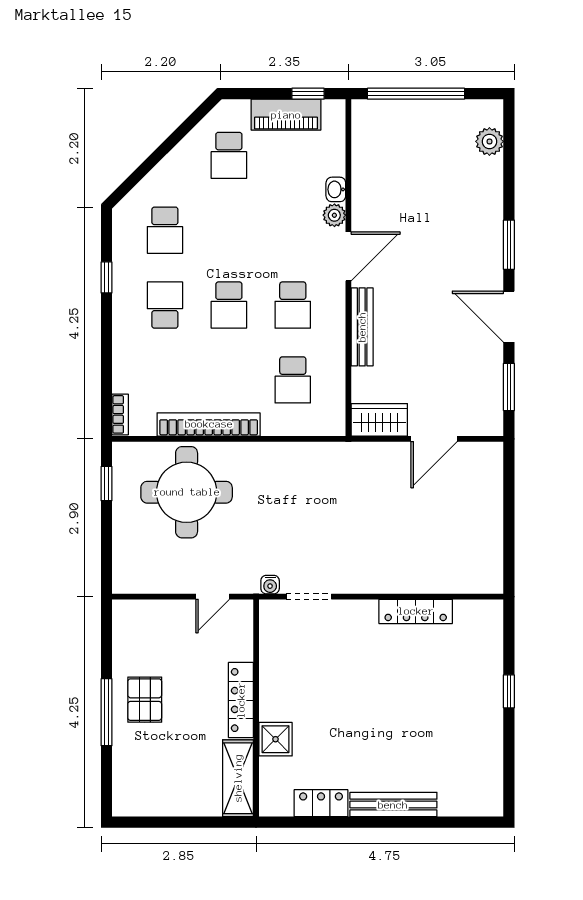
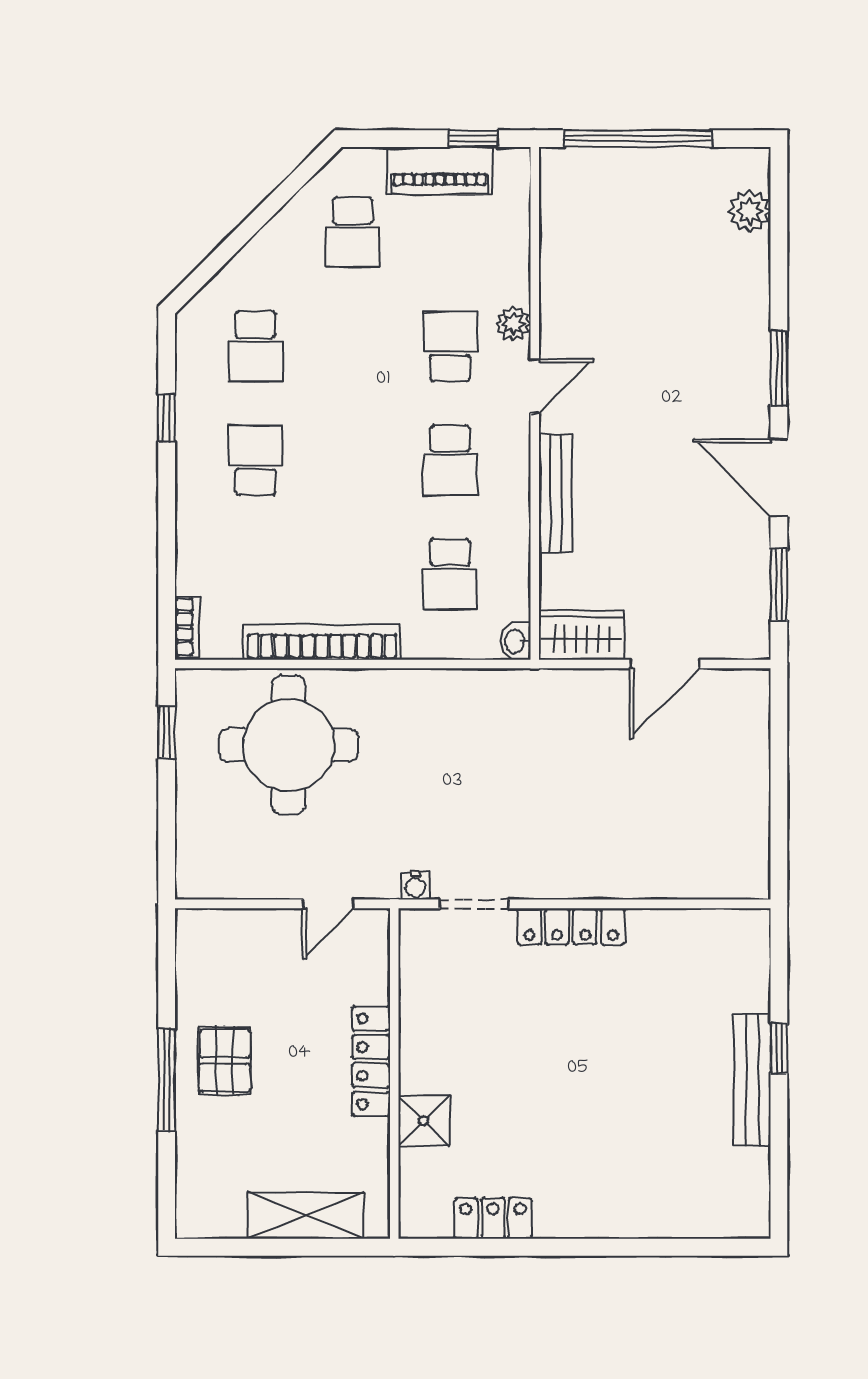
washbasin: (336, 189) -> (516, 641), moved
door: (348, 256) -> (535, 386), width x0.73
school desk: (229, 305) -> (450, 346), moved, turned 180
locker: (416, 611) -> (571, 926), moved
shelving: (238, 778) -> (305, 1216), moved, turned 90
bench: (393, 805) -> (752, 1080), moved, turned 90

